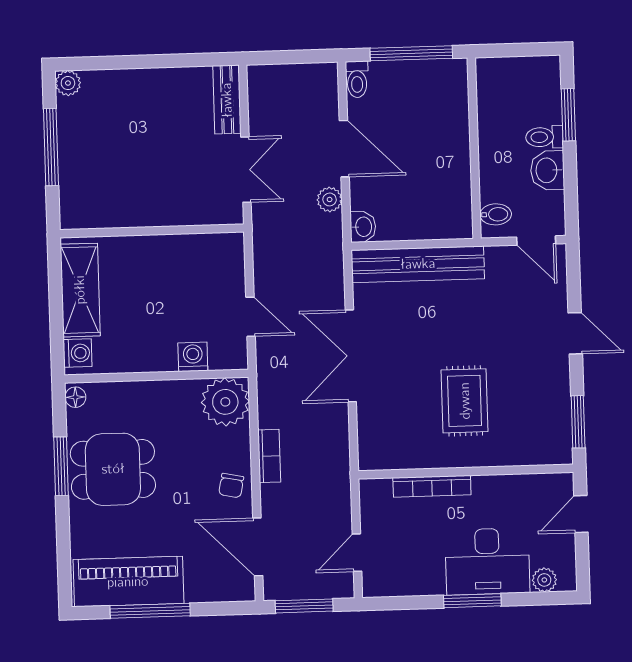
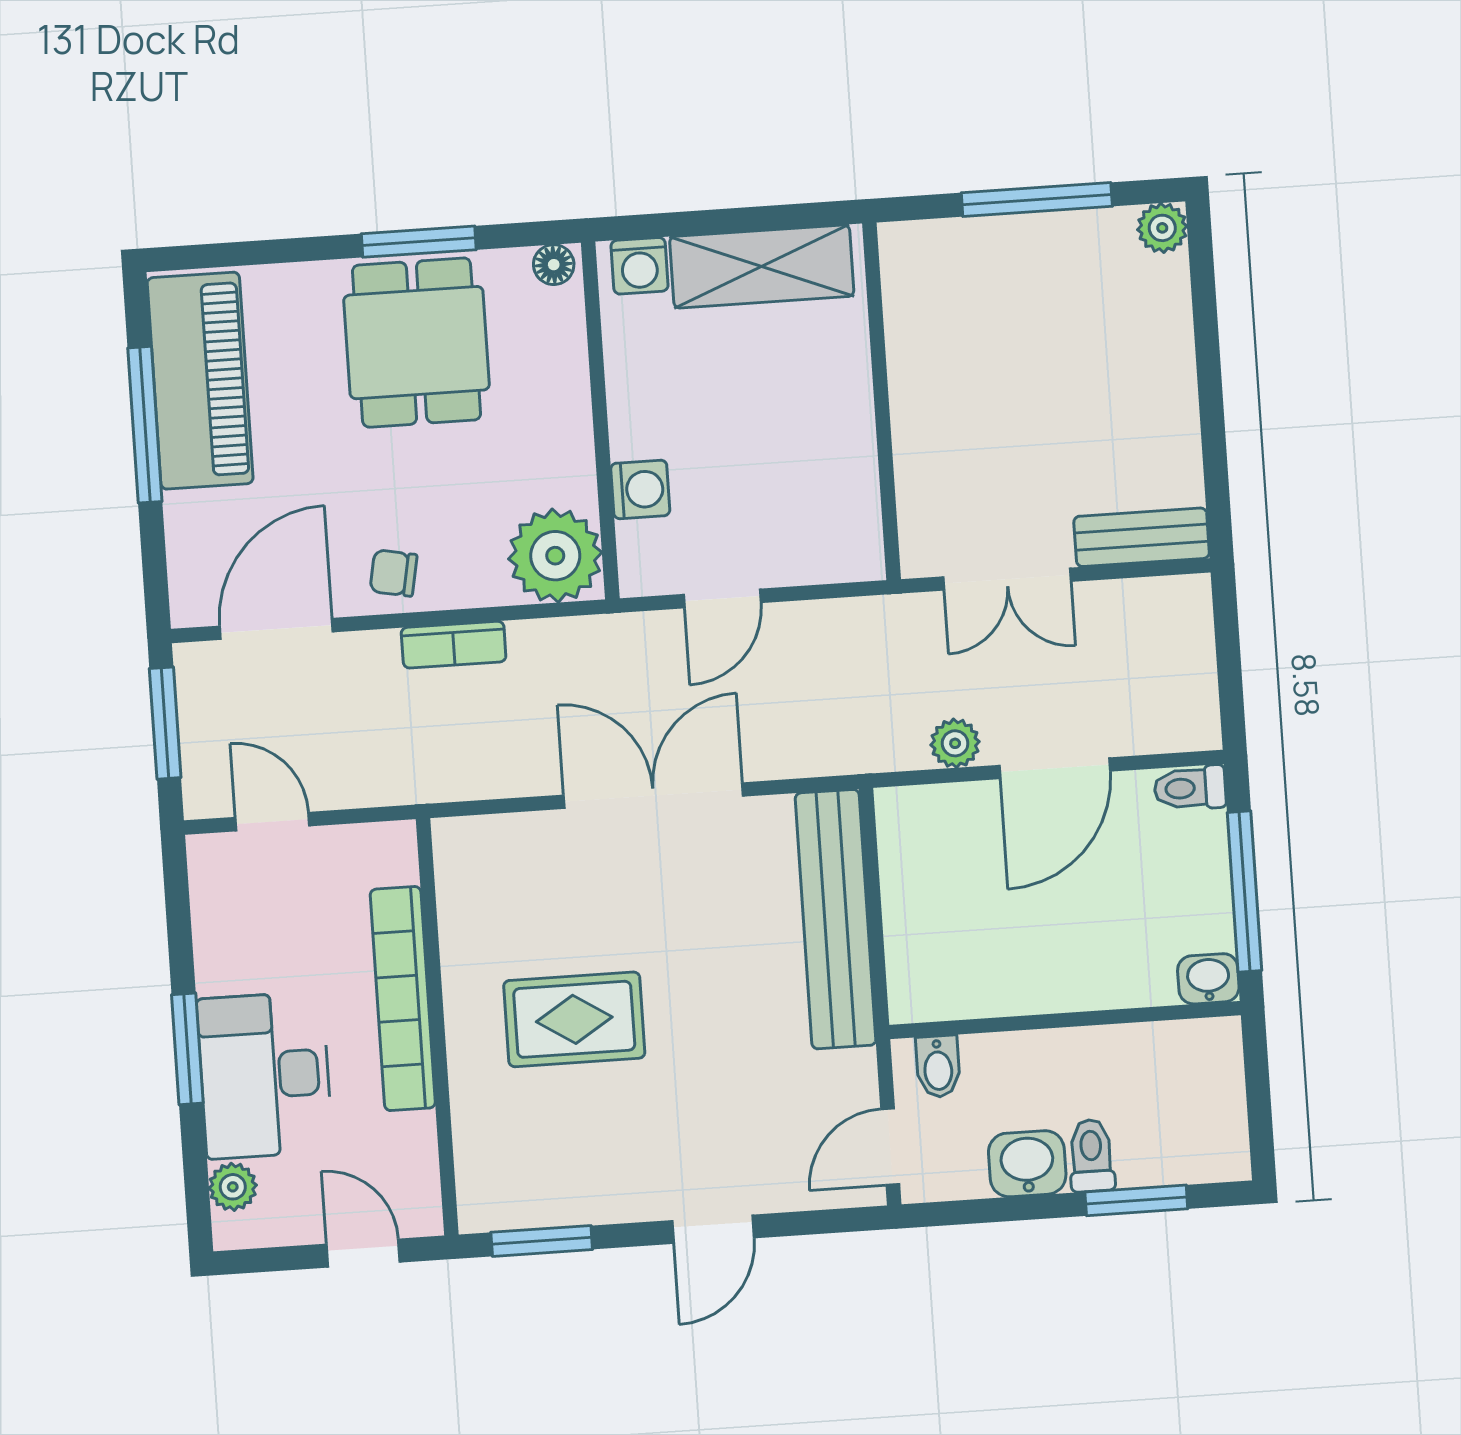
washbasin: (363, 227) -> (1208, 979), moved, turned 180
bookcase: (432, 486) -> (403, 999), width x1.48, depth x1.31

